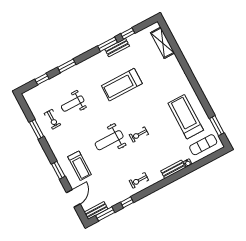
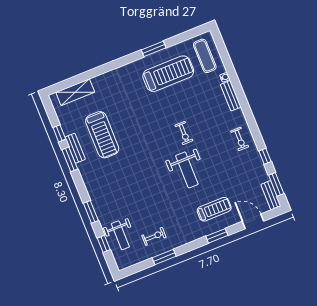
treadmill: (122, 85) -> (102, 135), moved
weight bench: (73, 104) -> (120, 235), moved
treadmill: (186, 117) -> (168, 74), turned 180
window: (217, 126) -> (154, 49), moved

